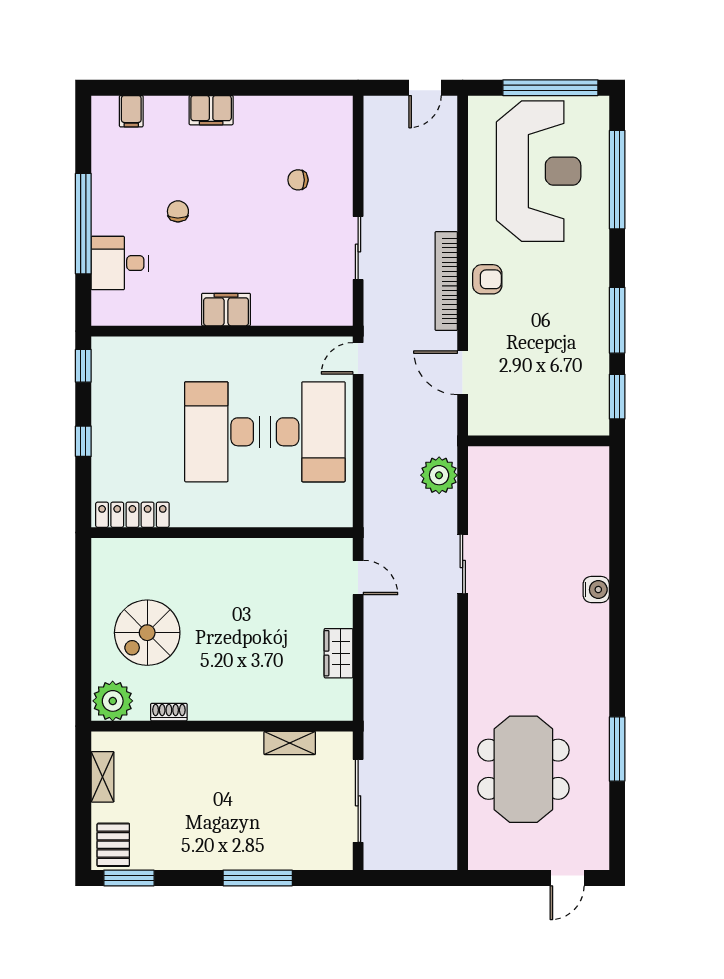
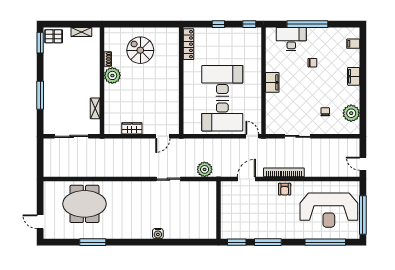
plant: (301, 116) -> (351, 113), added
desk: (120, 263) -> (291, 39), width x1.37
plant: (113, 701) -> (112, 75), moved

